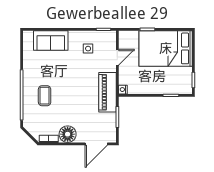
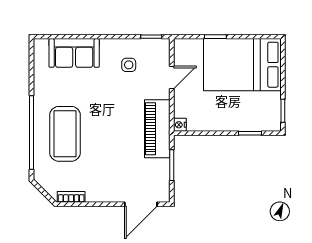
coffee table: (45, 96) -> (65, 134), width x1.86, depth x1.72
floor lamp: (68, 134) -> (99, 190), removed

